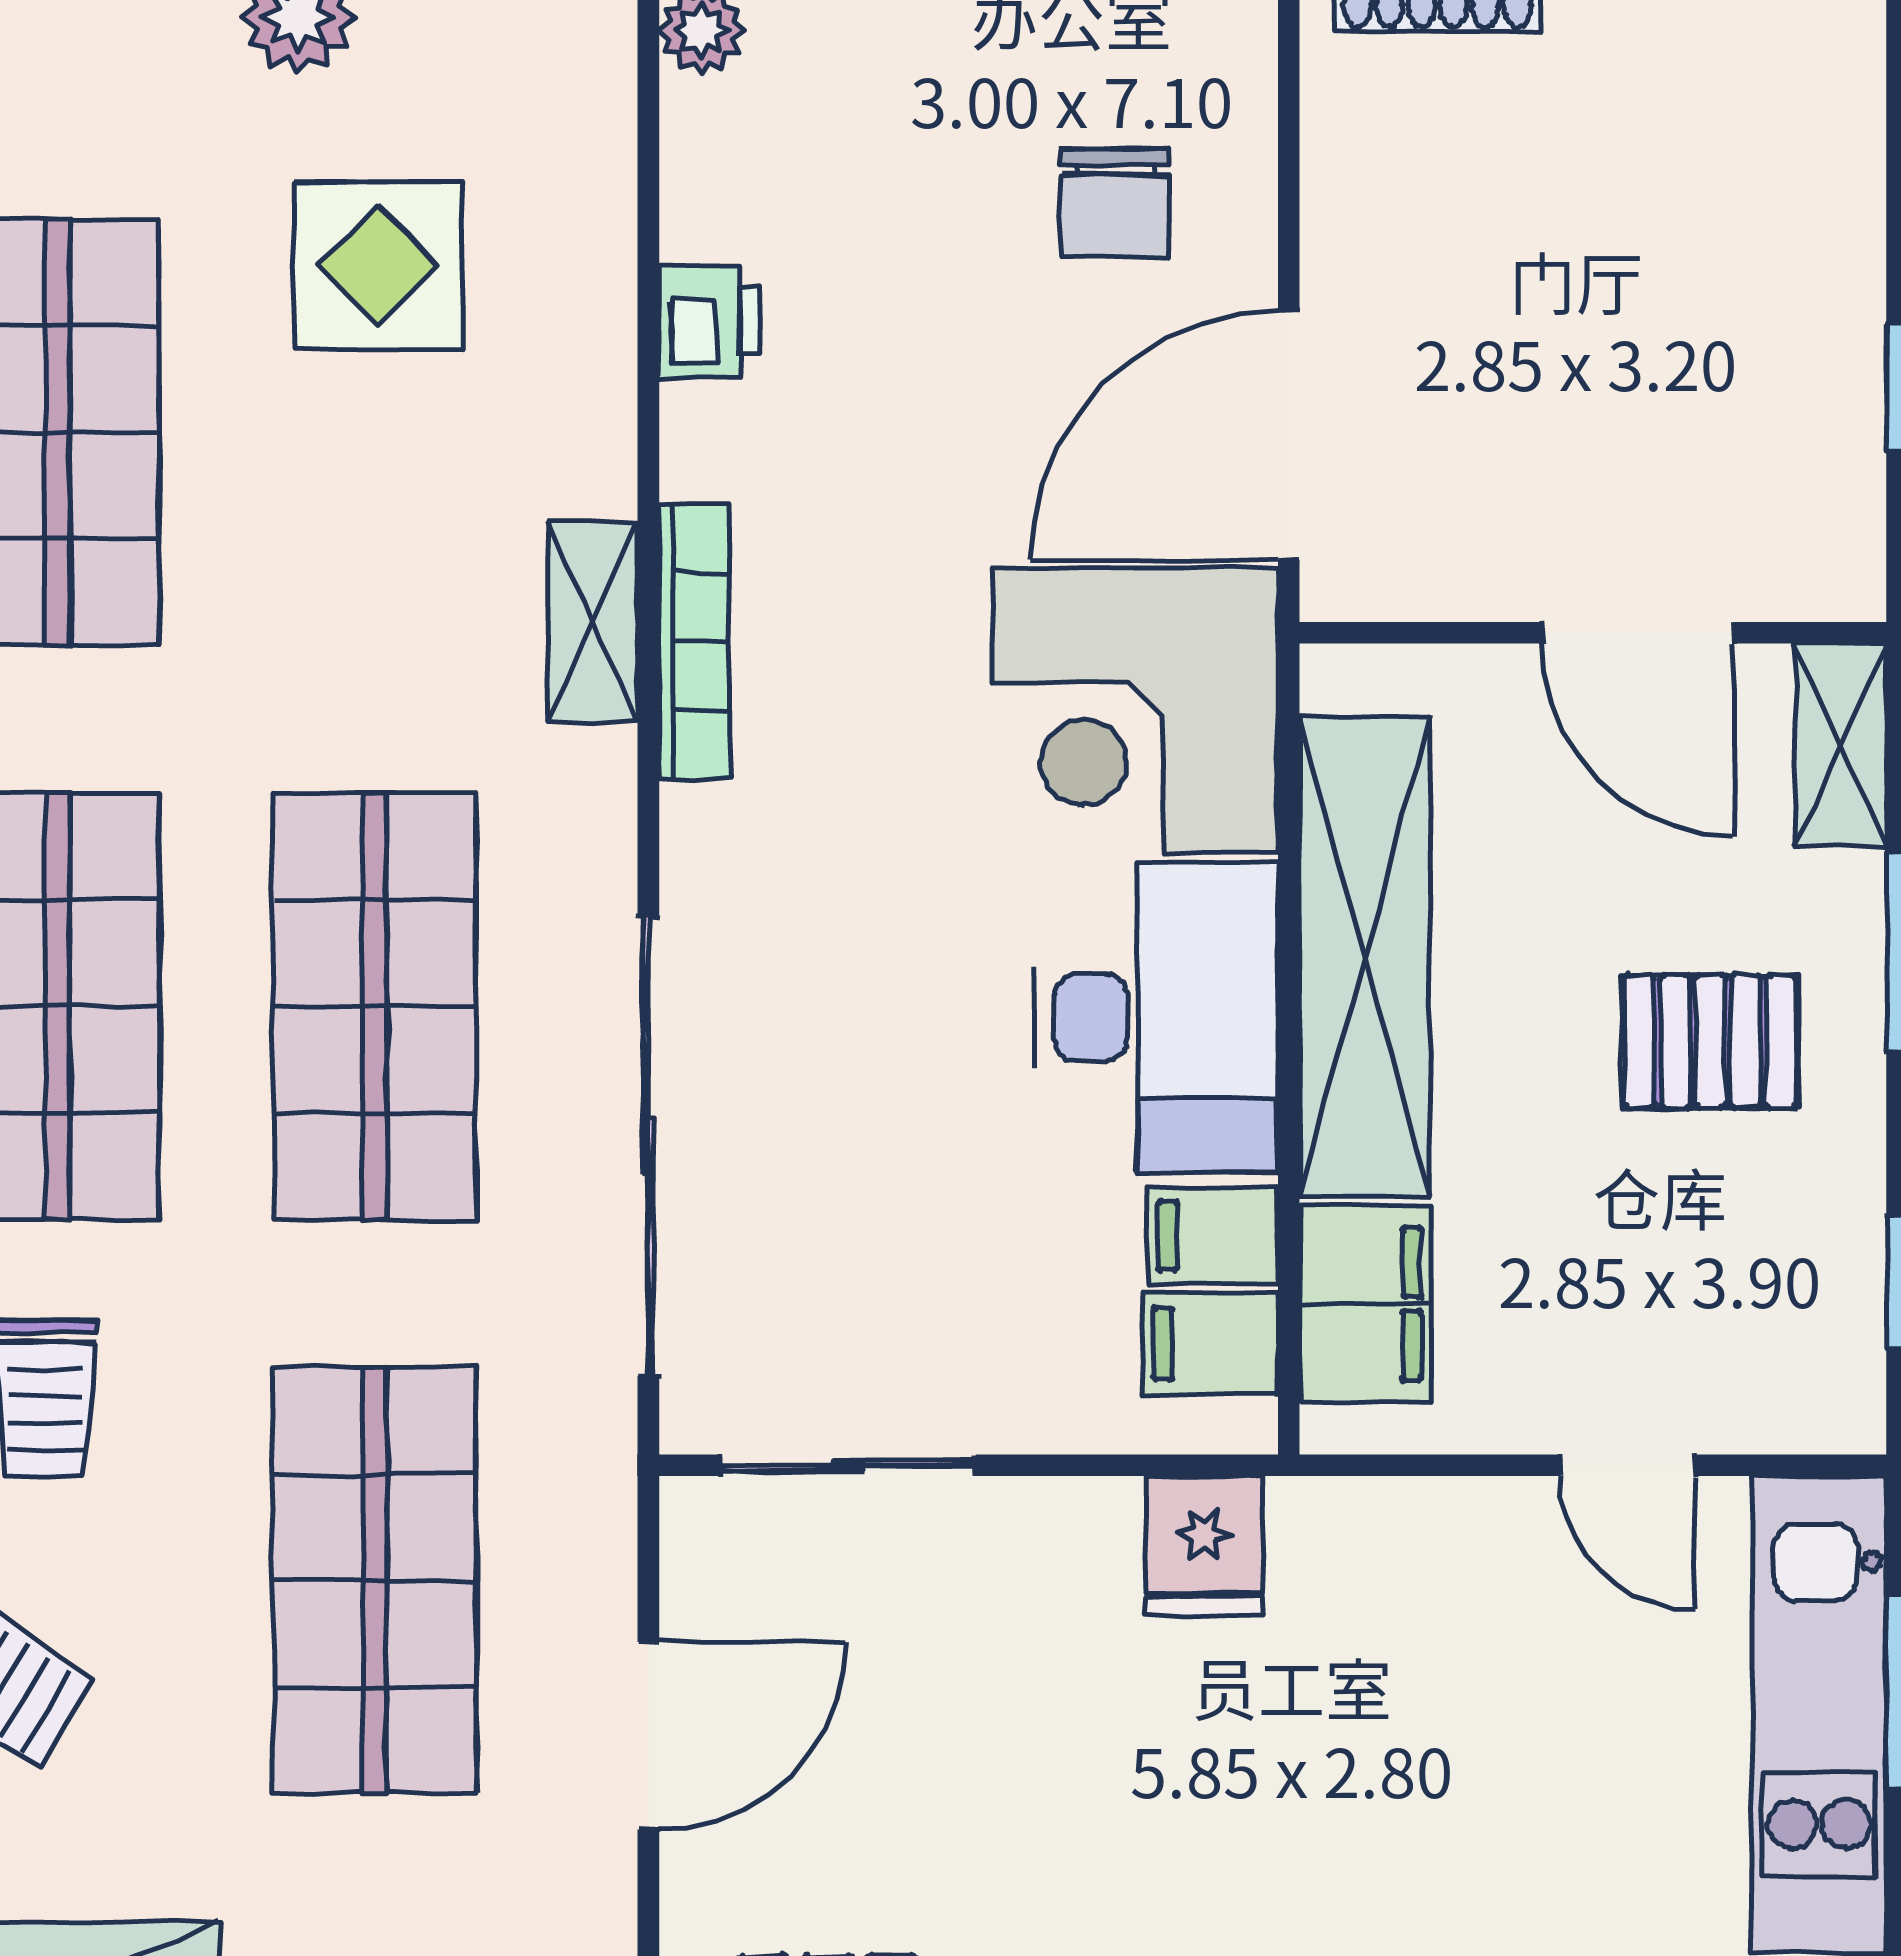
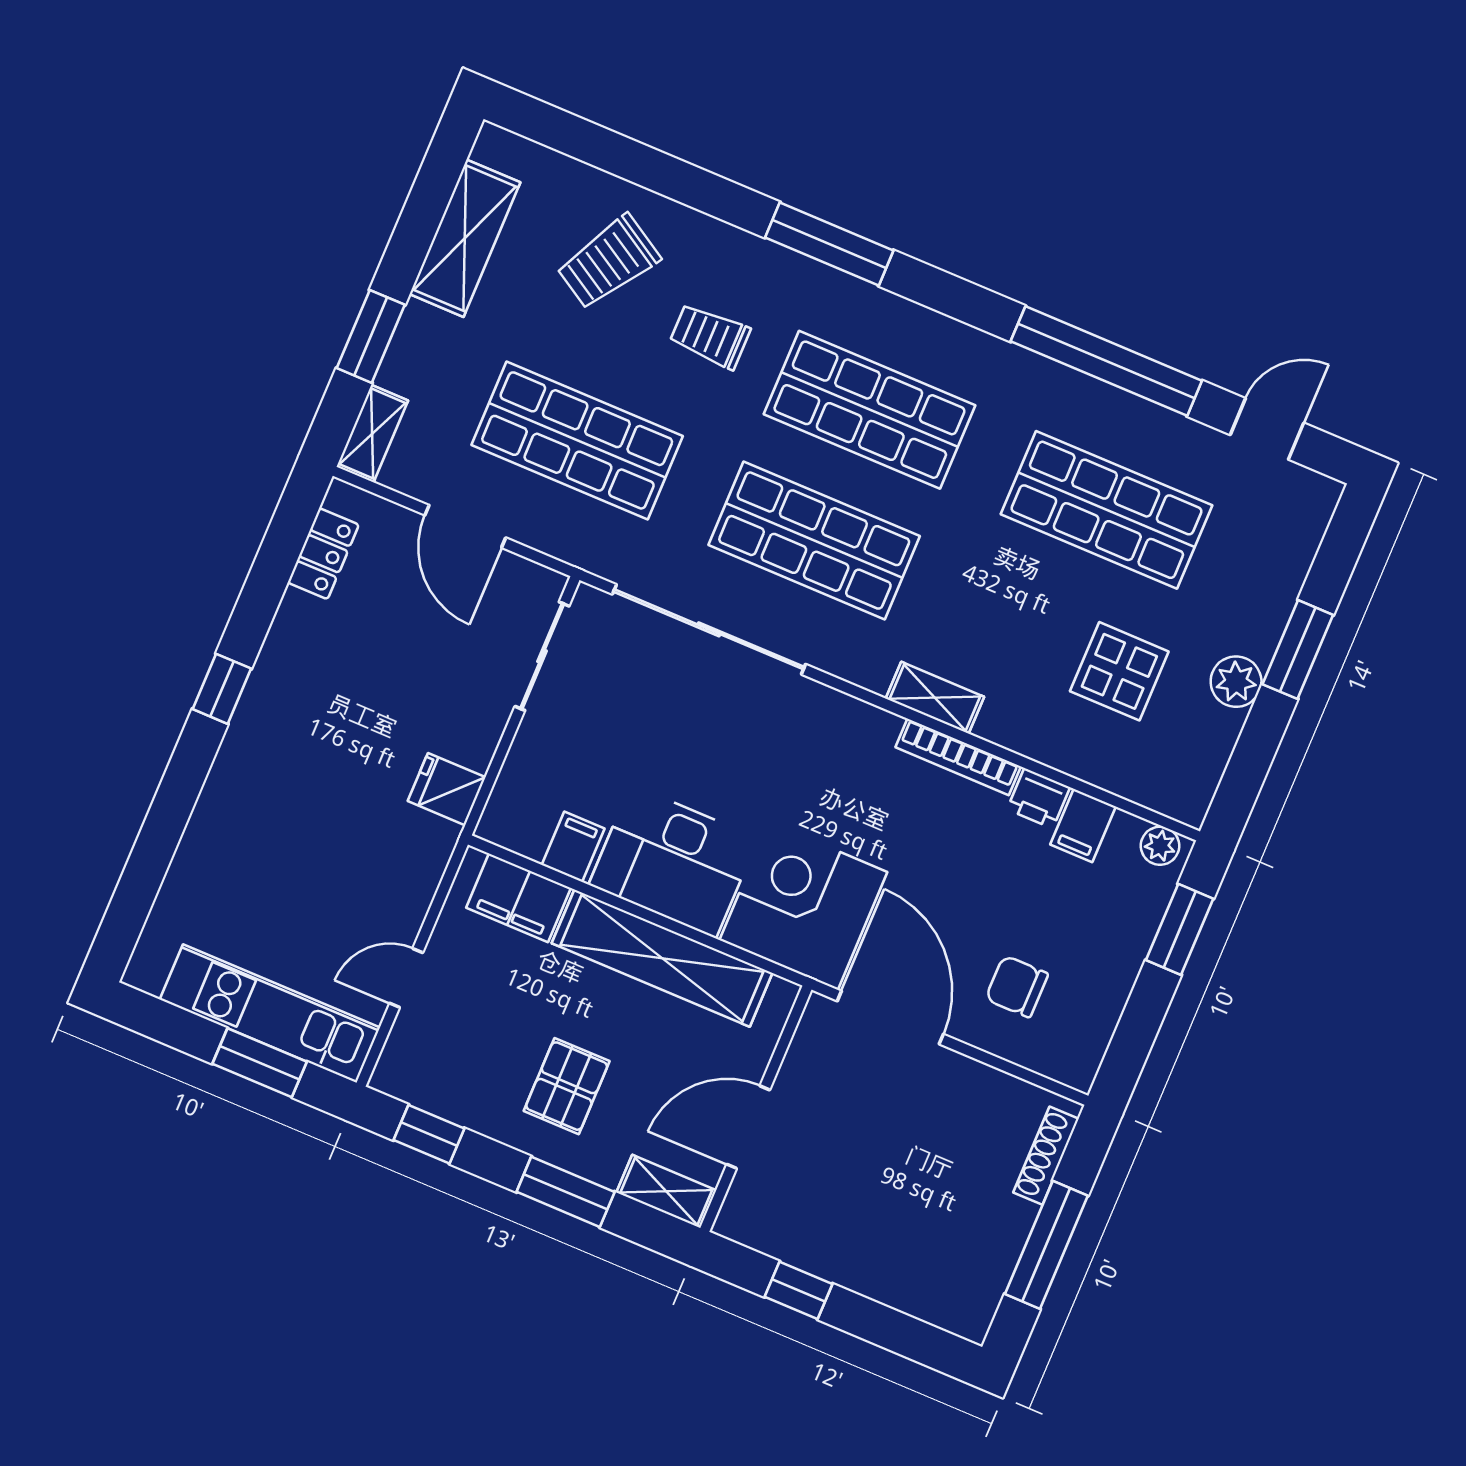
bookcase: (694, 641) -> (958, 757), moved
filing cabinet: (1210, 1344) -> (1083, 826), moved, turned 180

